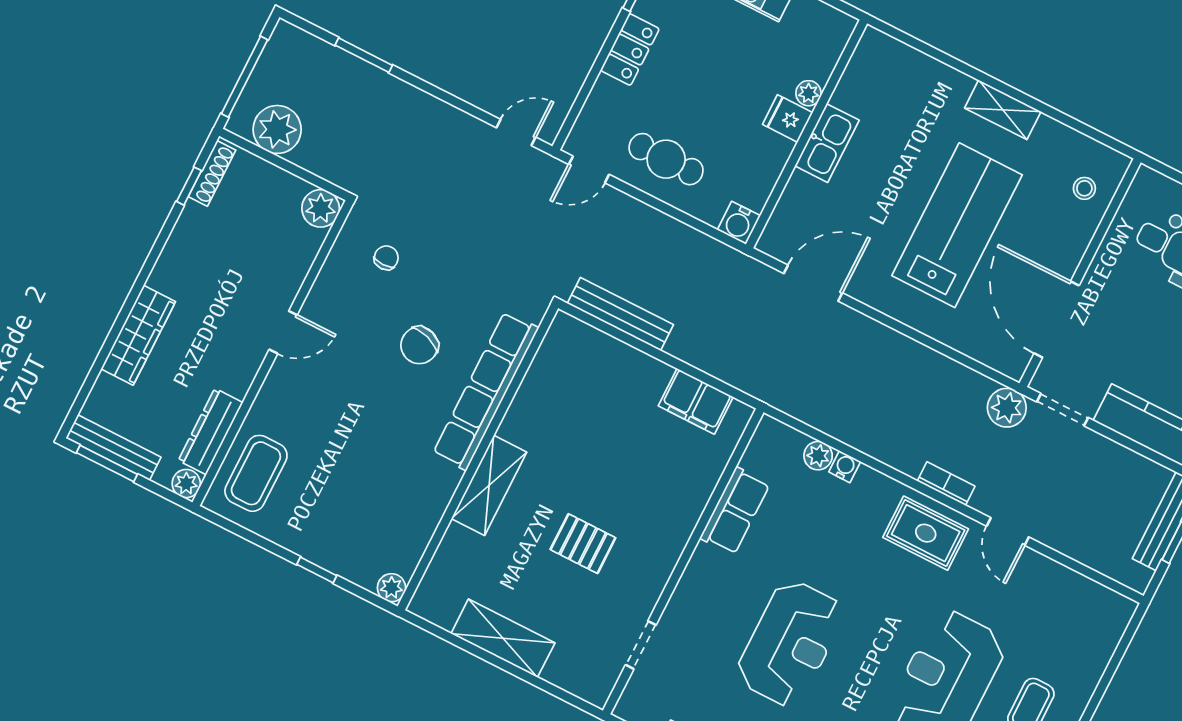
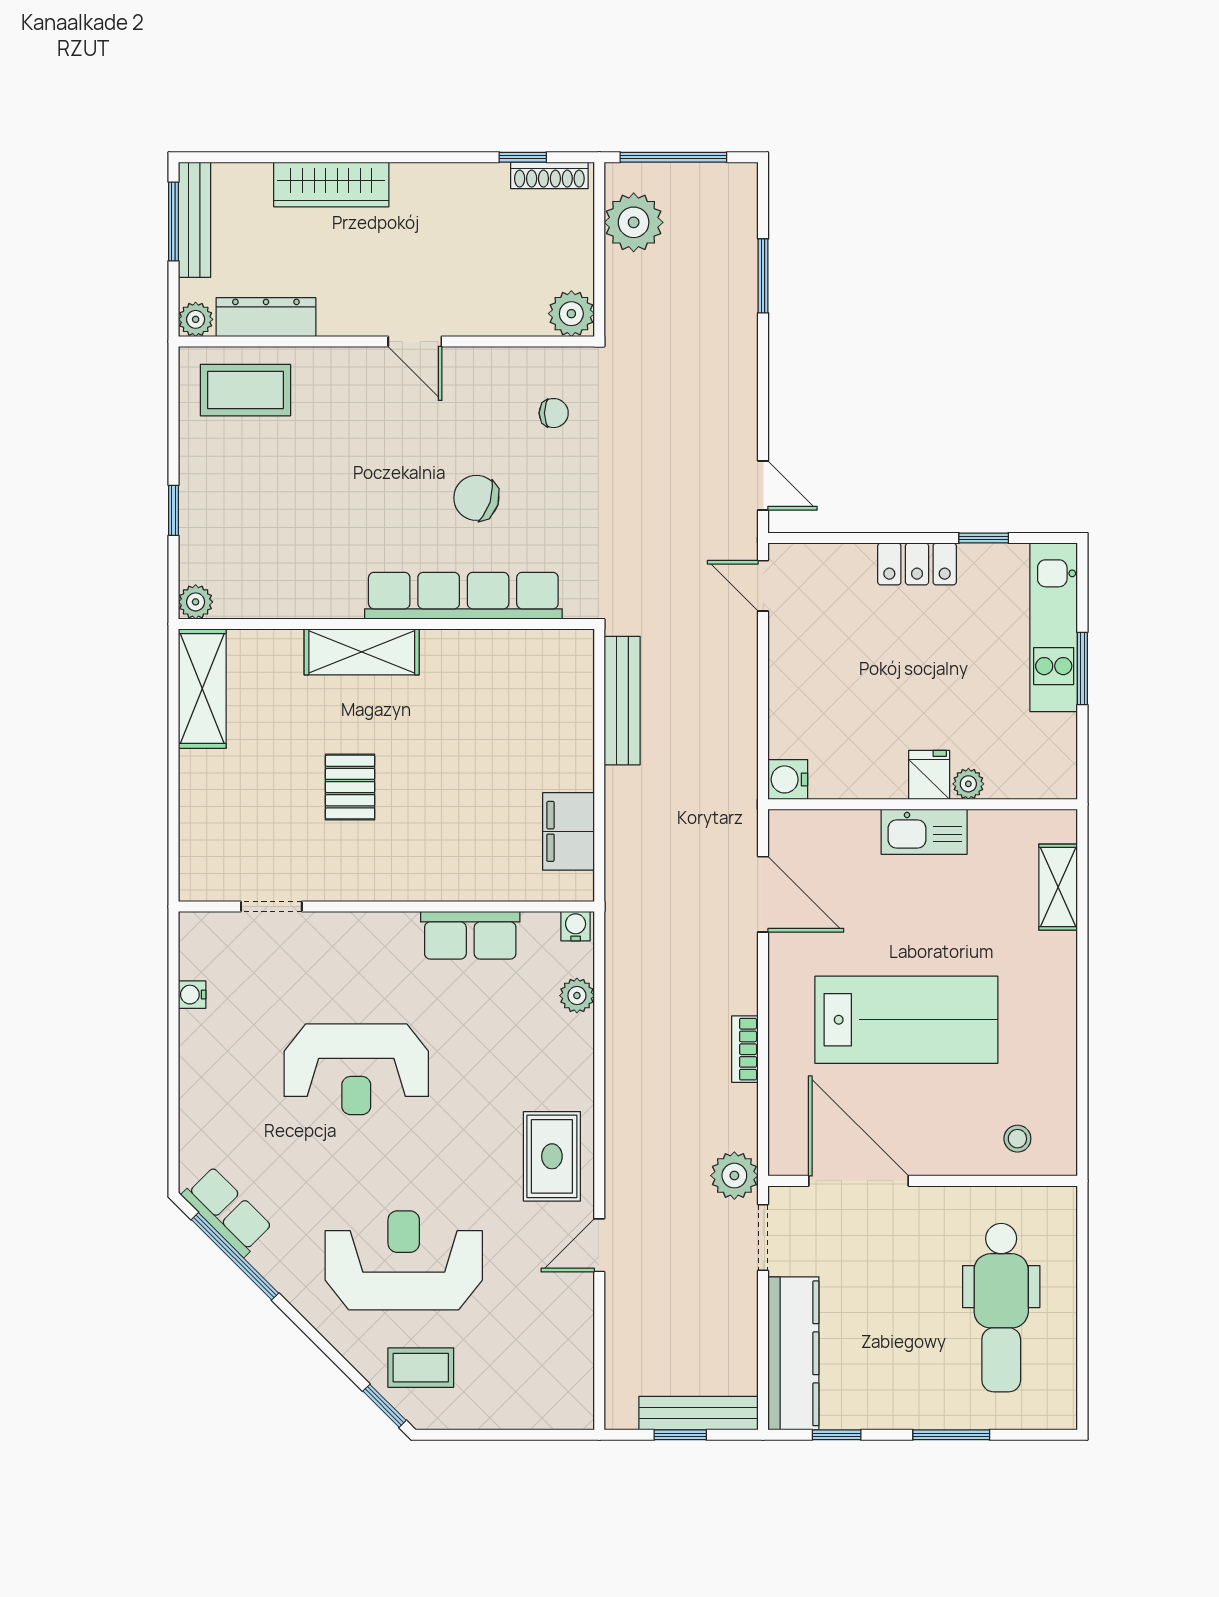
shelving: (1003, 110) -> (1058, 887), moved
cafe table: (666, 159) -> (817, 664), removed
door: (1057, 319) -> (859, 1181), hinge flipped
water cooler: (845, 467) -> (576, 926), moved, turned -90
bookcase: (946, 484) -> (745, 1049), moved, turned 180
shelving: (503, 638) -> (202, 689), moved

